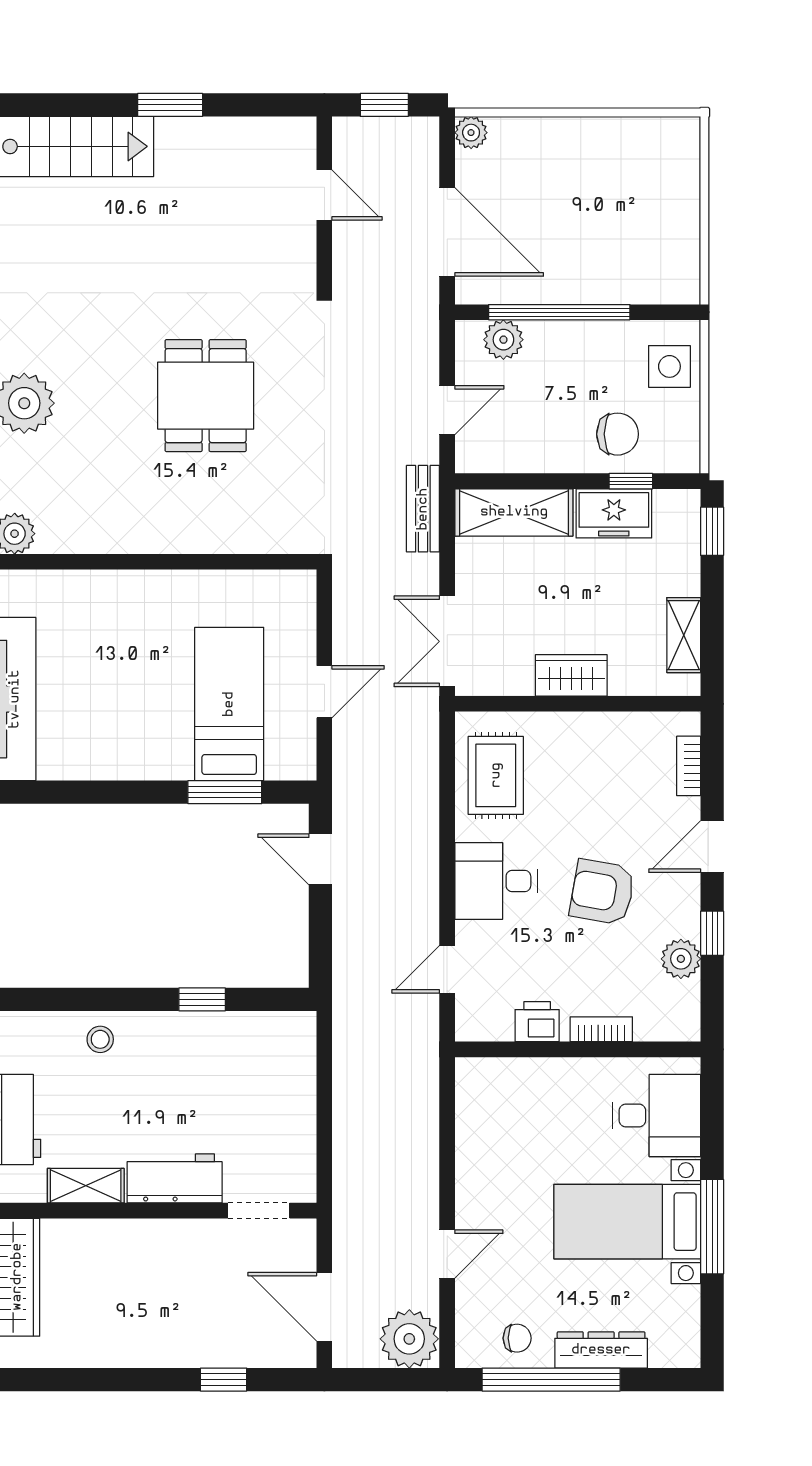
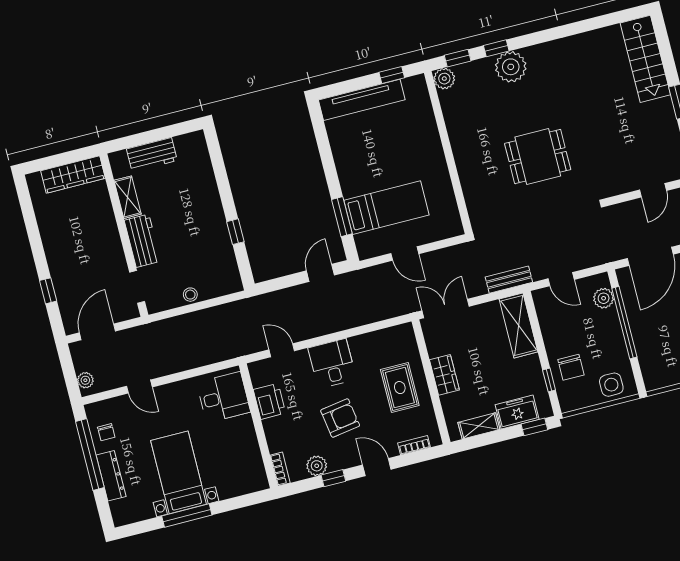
freezer: (614, 513) -> (517, 412), moved, turned 90
rug: (496, 775) -> (400, 388), moved, turned 90
armchair: (602, 892) -> (340, 418), turned 71
printer: (537, 1022) -> (269, 401), width x1.36, depth x1.24
bookcase: (601, 1029) -> (280, 469), moved
stool: (100, 1039) -> (190, 295), moved
desk: (656, 1115) -> (223, 397), moved, turned -90
plant: (409, 1339) -> (85, 380), width x0.53, depth x0.53

